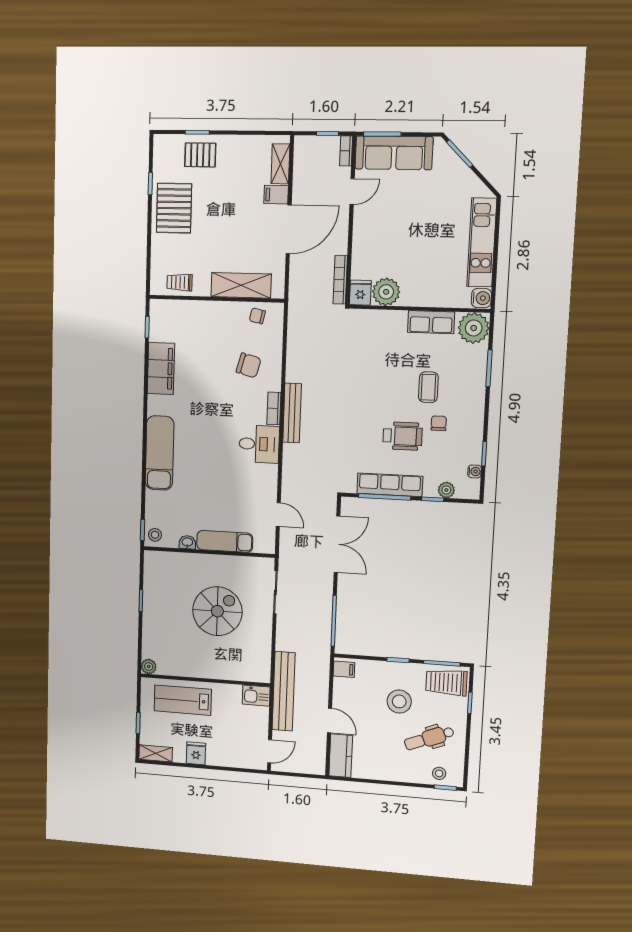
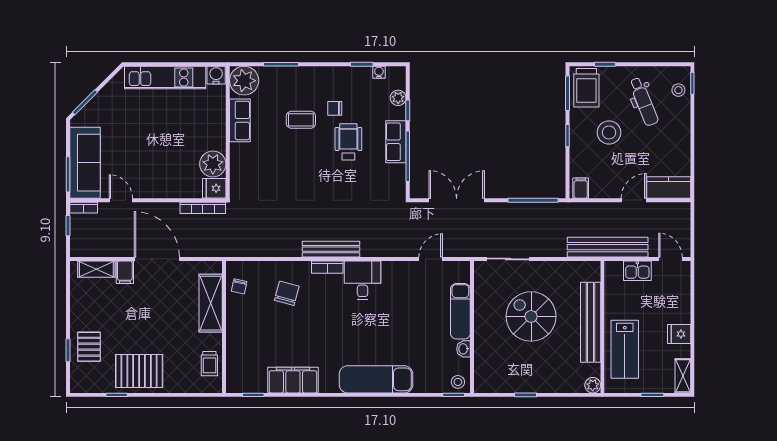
row of seats: (390, 485) -> (396, 142), width x0.68
bench: (210, 669) -> (591, 322), added
kitchen sink: (256, 696) -> (637, 271), moved, turned 90

